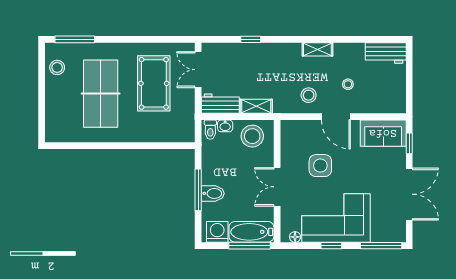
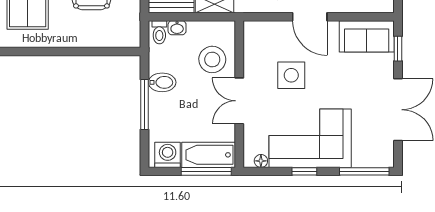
stool: (252, 136) -> (212, 59), moved
bidet: (213, 193) -> (162, 82), moved

